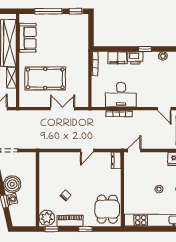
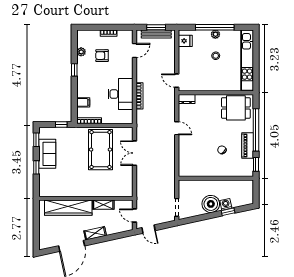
window: (48, 11) -> (36, 167), width x0.46
window: (91, 36) -> (61, 124), added
sofa: (28, 38) -> (47, 154), moved, turned 90
filing cabinet: (117, 58) -> (83, 102), width x0.50
printer: (135, 58) -> (83, 80), removed
armchair: (159, 76) -> (102, 56), added
pool table: (45, 78) -> (101, 150), moved
plant: (47, 218) -> (245, 169), removed
window: (86, 229) -> (256, 130), width x3.17

